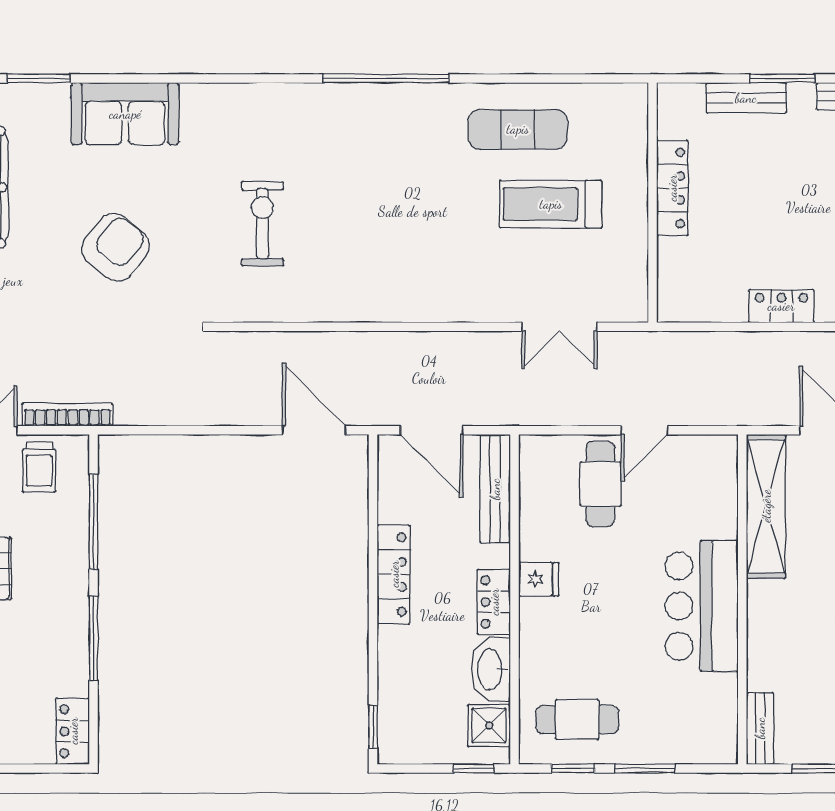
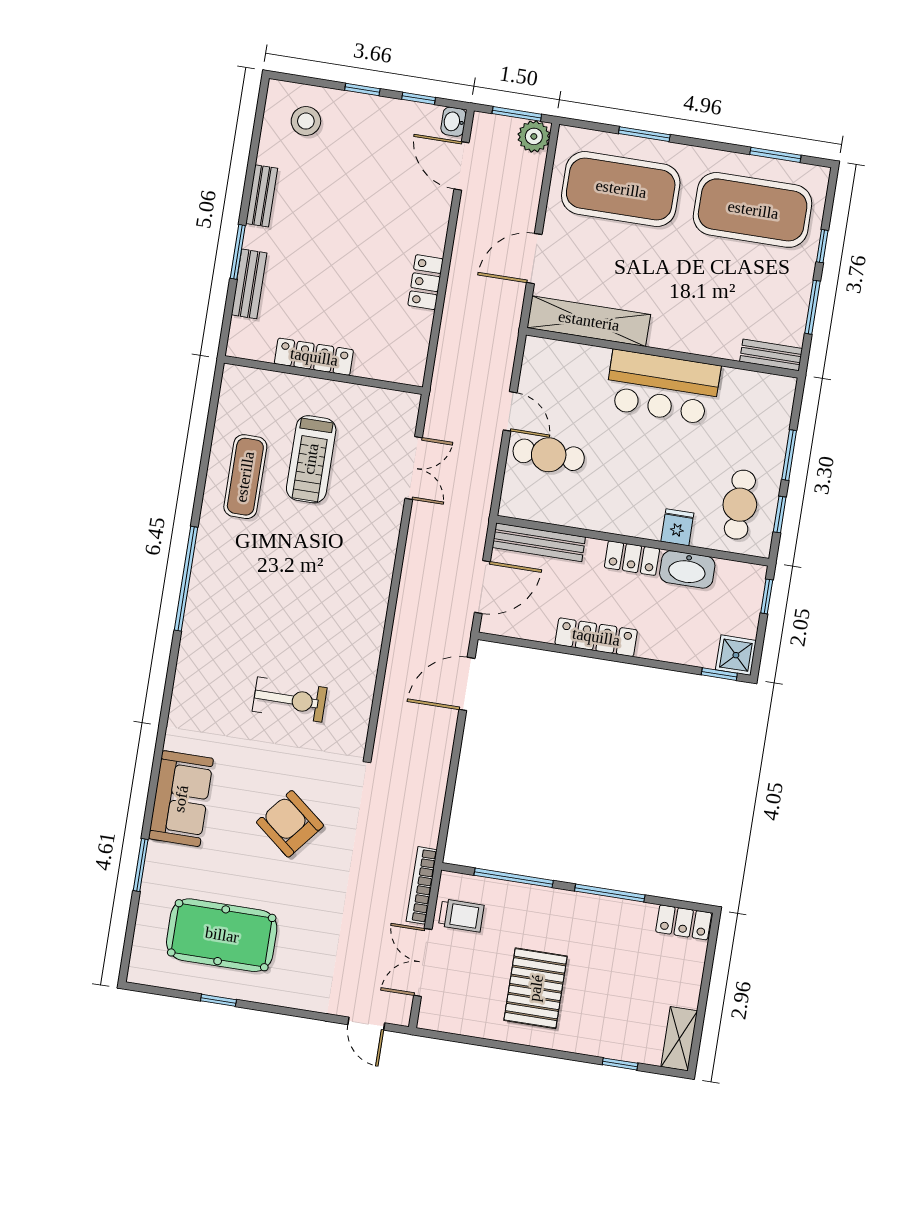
exercise bike: (262, 224) -> (290, 700), turned 180
fridge: (539, 579) -> (677, 527), moved
shower: (489, 726) -> (736, 655), moved

